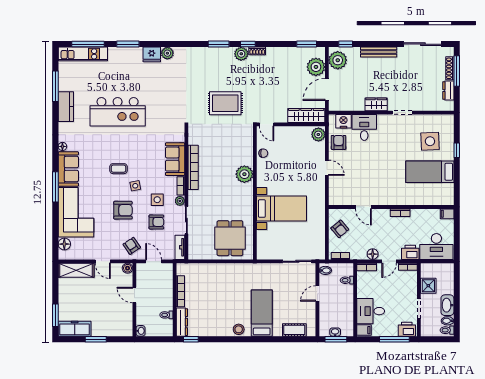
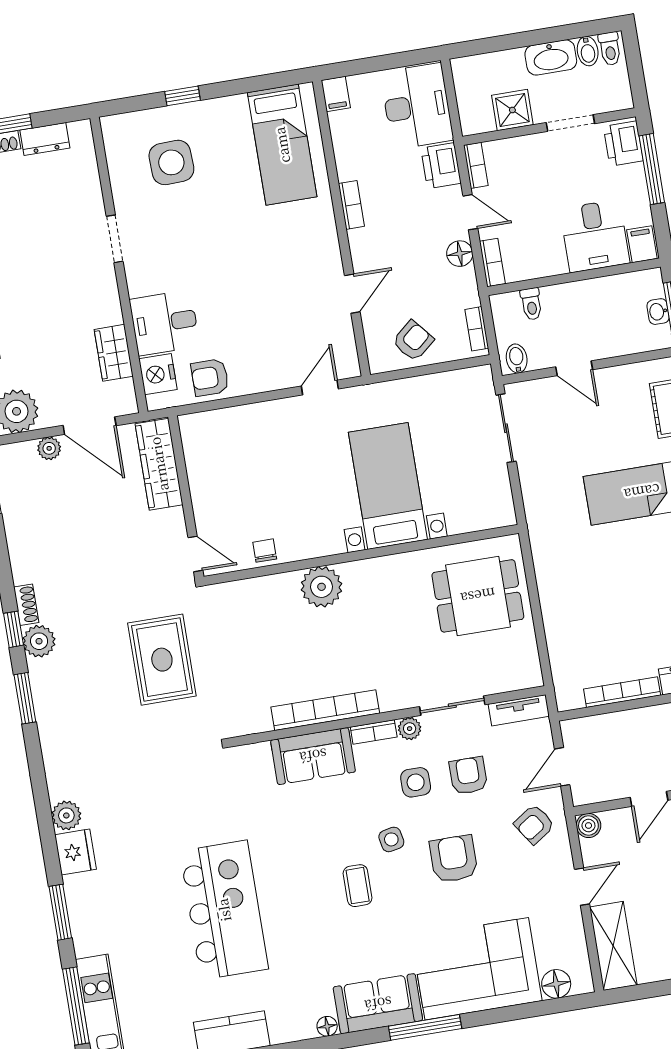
plant: (316, 67) -> (49, 448), width x0.53, depth x0.53
wardrobe: (376, 104) -> (114, 353), moved
door: (267, 124) -> (195, 554), hinge flipped
plant: (318, 135) -> (199, 428), removed
door: (327, 168) -> (320, 387), moved
bed: (430, 172) -> (282, 145), moved

